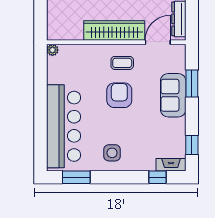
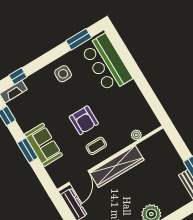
plant: (52, 50) -> (136, 135), moved
window: (192, 84) -> (28, 150), moved
bar counter: (64, 126) -> (106, 63), width x0.73

